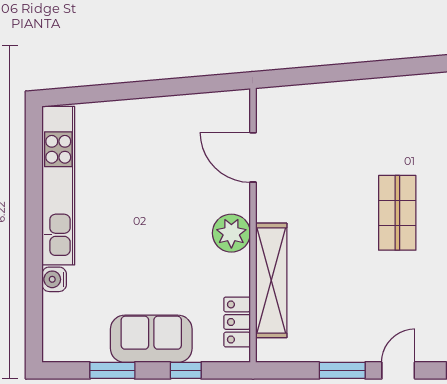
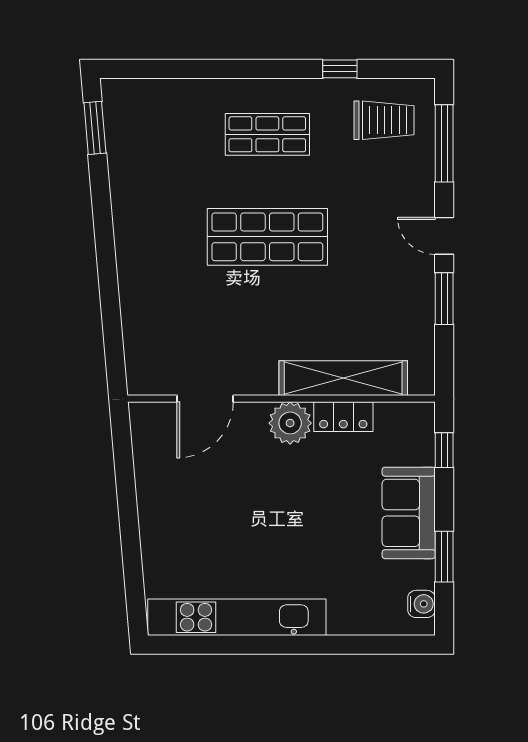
shop shelf: (397, 213) -> (267, 237), width x1.43, depth x1.36
water cooler: (54, 279) -> (422, 604), moved, turned -90
locker: (237, 322) -> (343, 417), moved
window: (186, 370) -> (444, 450), moved

